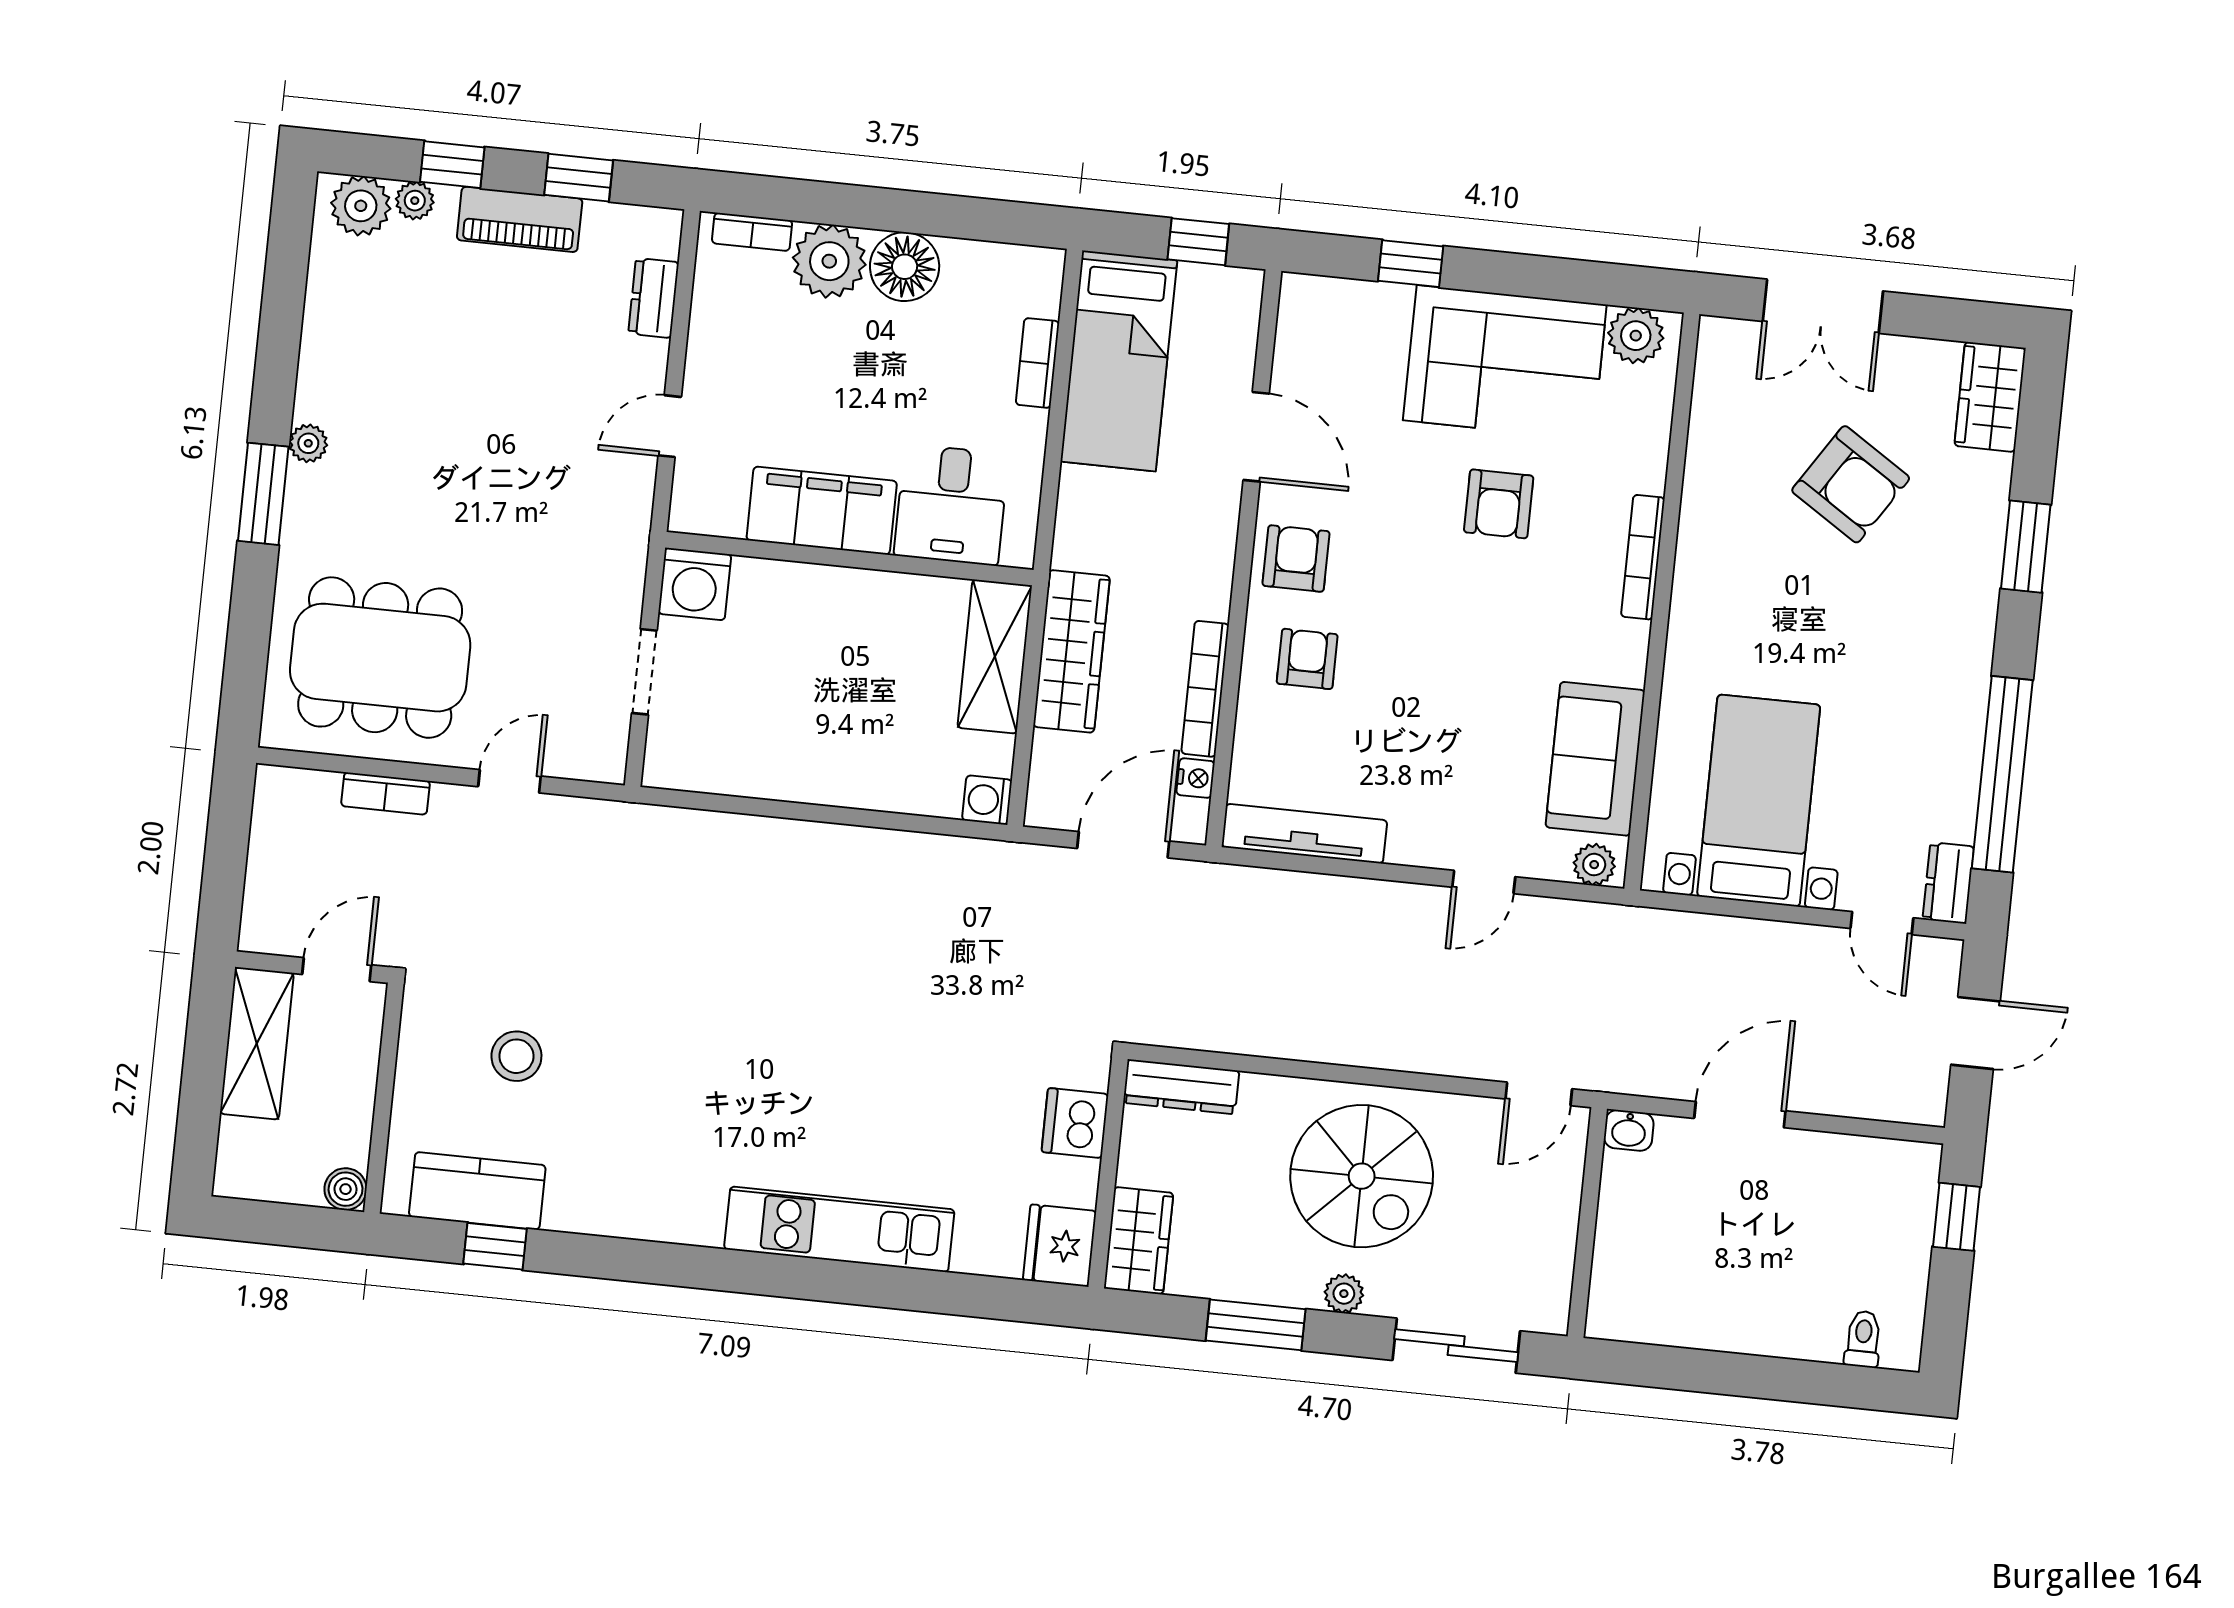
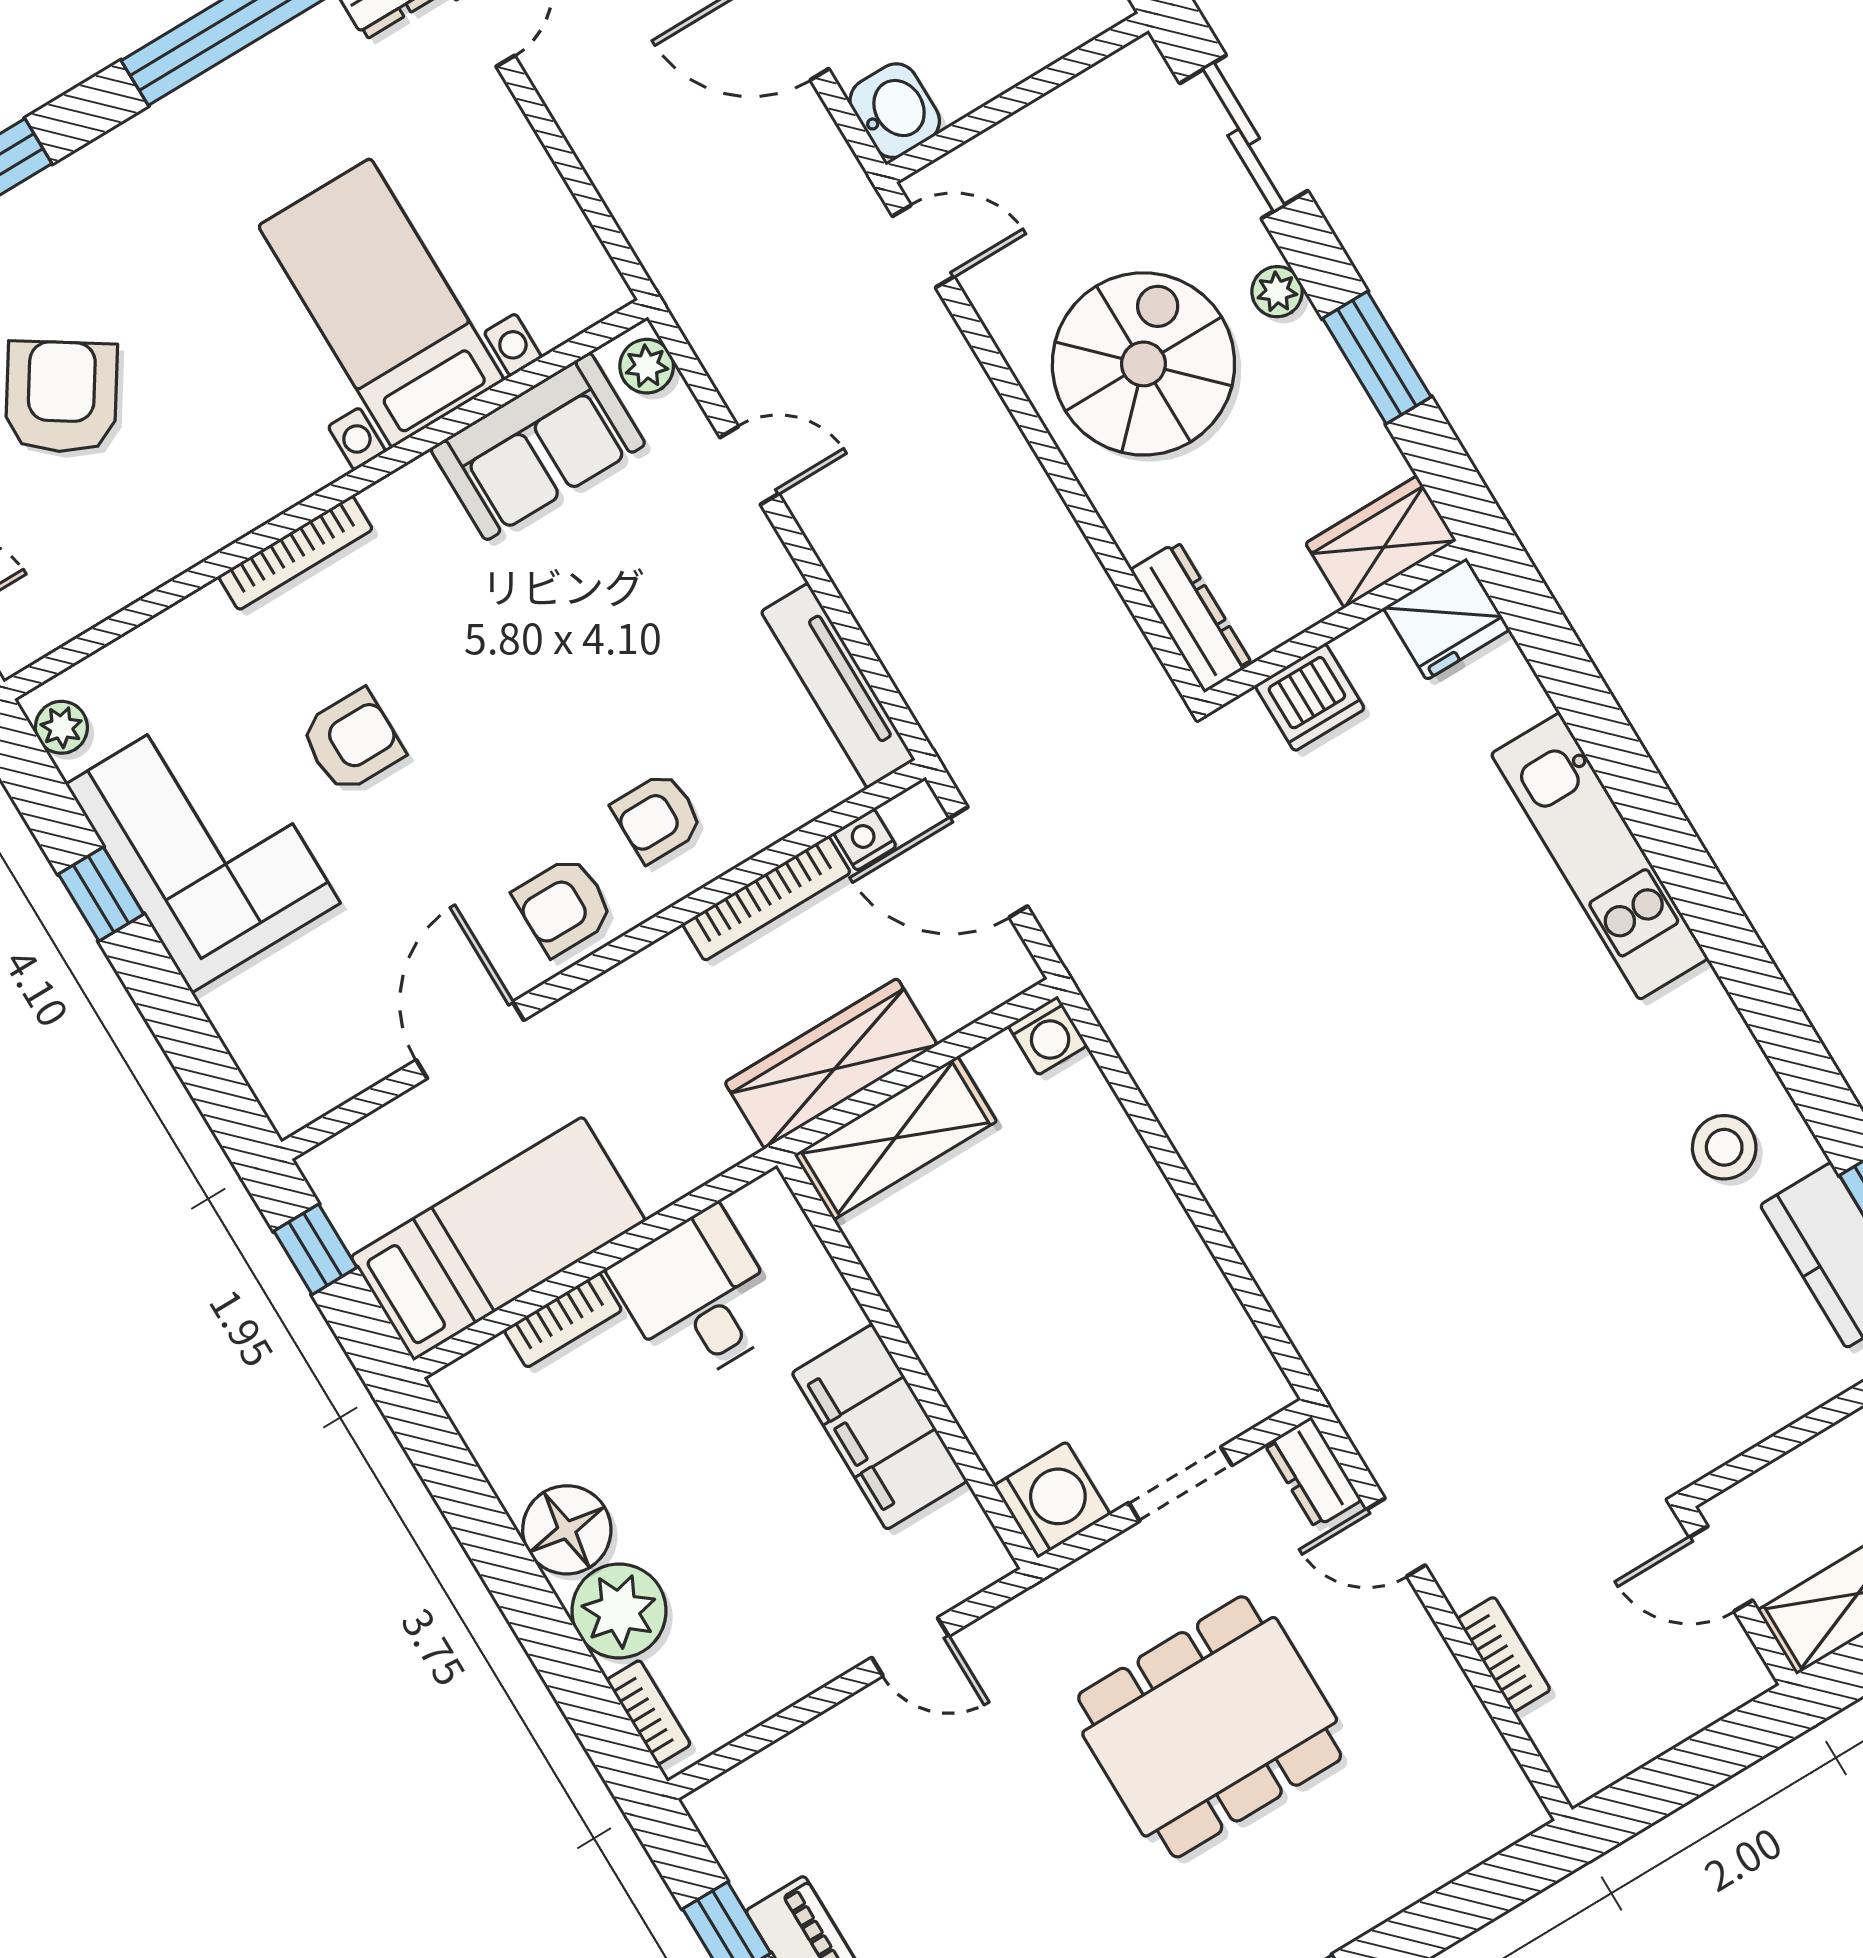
window: (1411, 264) -> (101, 894), moved
dresser: (654, 298) -> (1313, 1472), moved, turned 90
plant: (1636, 336) -> (61, 727), width x0.73, depth x0.73
desk: (951, 505) -> (698, 1297), moved, turned -90
dining table: (380, 658) -> (1210, 1727), moved, turned 90
bed with nightstands: (1759, 800) -> (381, 303), moved, turned 90
stool: (516, 1056) -> (1724, 1147), moved
washbasin: (1629, 1130) -> (895, 111), width x1.38, depth x1.45

